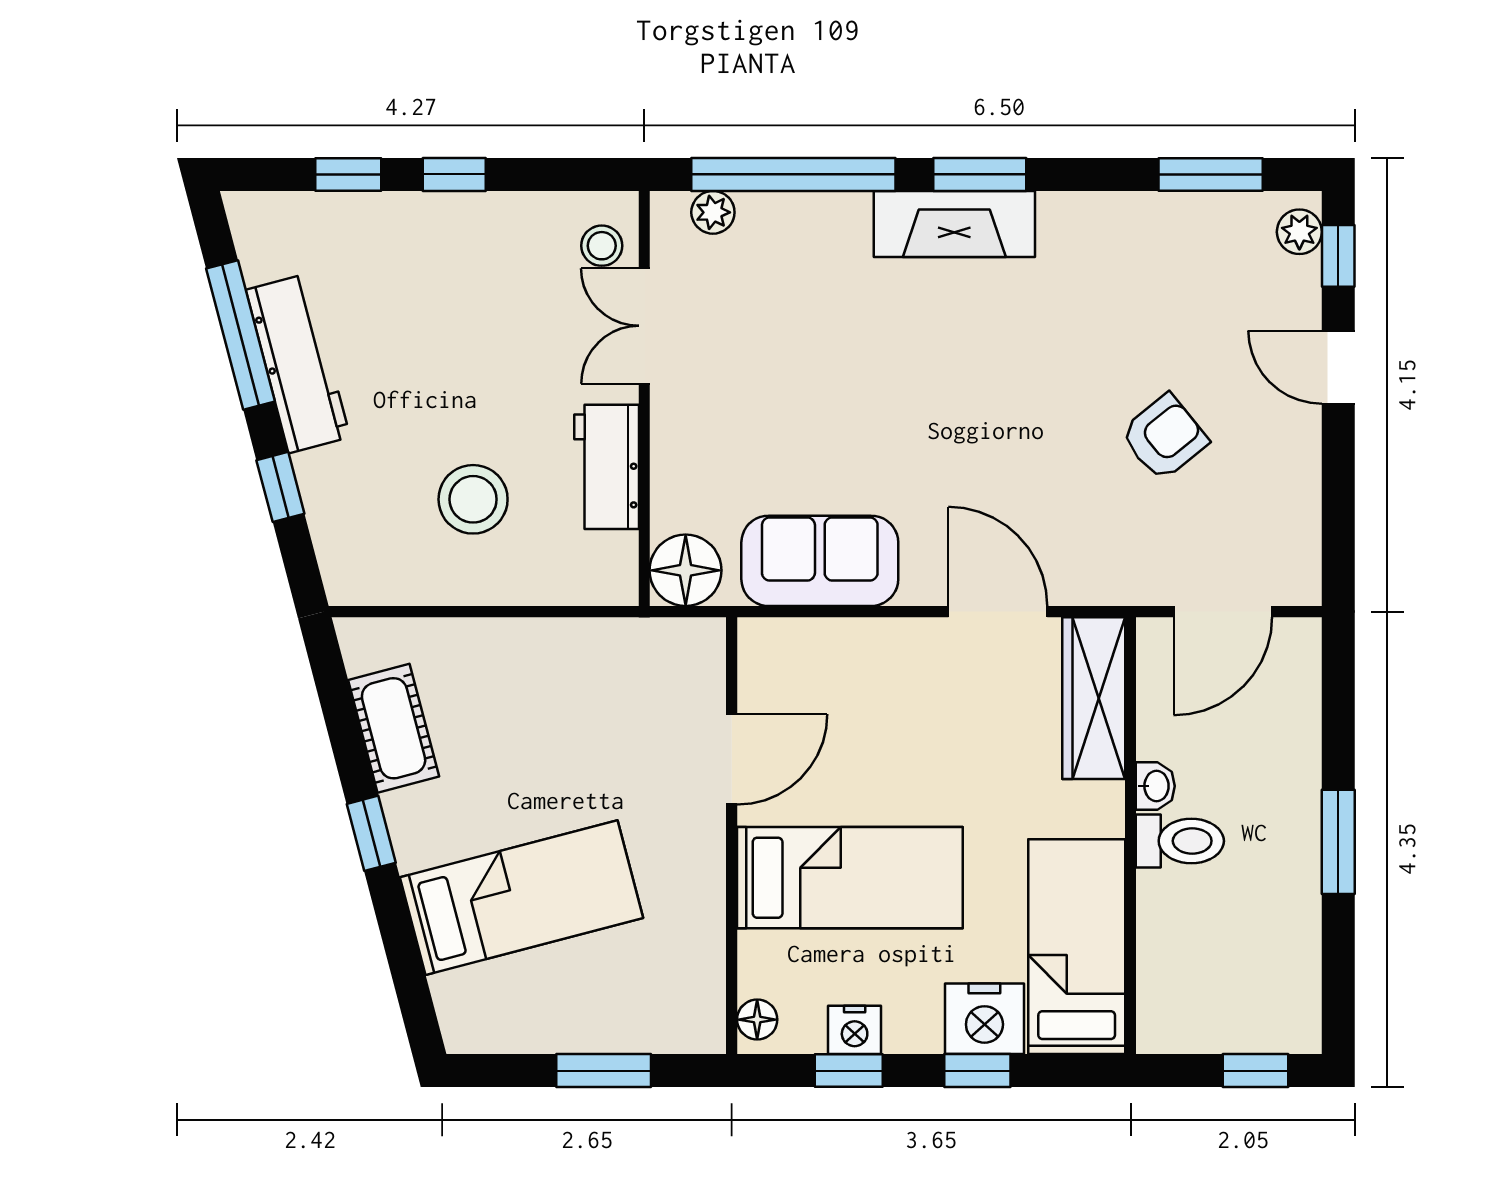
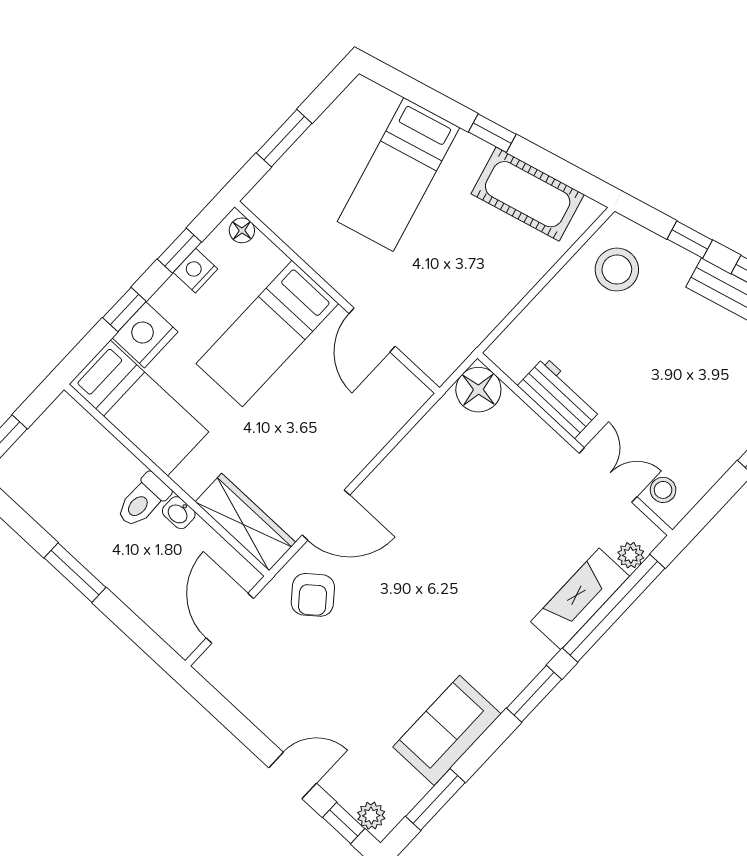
fireplace: (954, 224) -> (580, 599), moved
armchair: (1164, 437) -> (313, 595), moved
stool: (473, 499) -> (617, 270), moved
sofa: (820, 561) -> (447, 730), moved, turned 180
cot: (394, 728) -> (528, 194), width x1.37, depth x1.34

